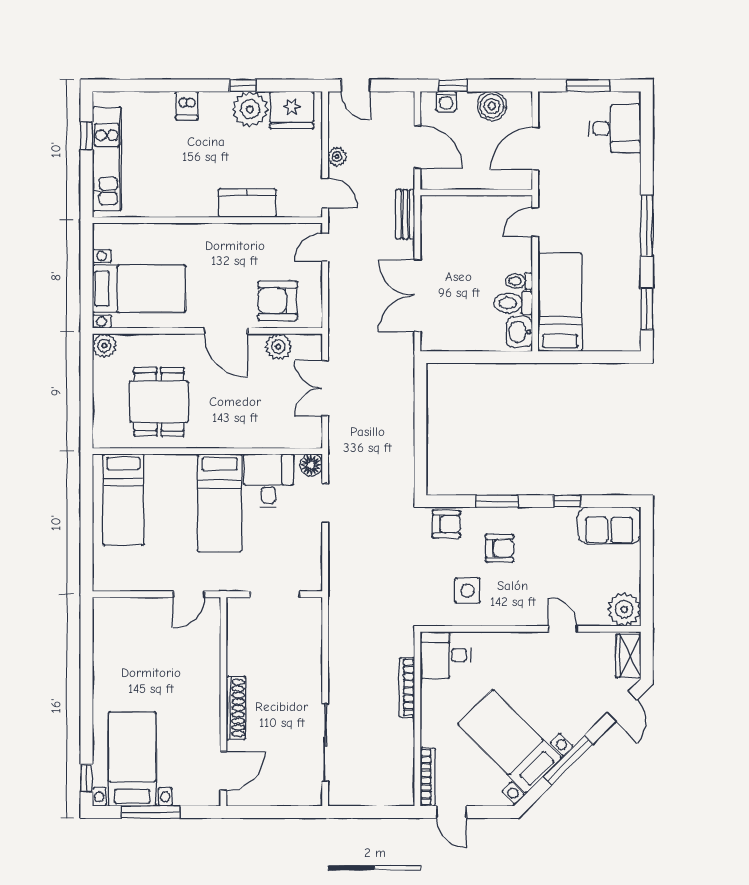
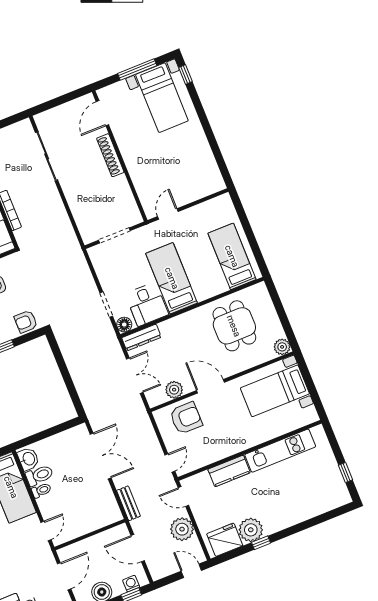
dishwasher: (187, 105) -> (291, 516), removed
plant: (337, 157) -> (182, 529), width x1.88, depth x1.88
kitchen unit: (107, 159) -> (280, 451), moved, turned -90
dresser: (294, 437) -> (141, 337), added

